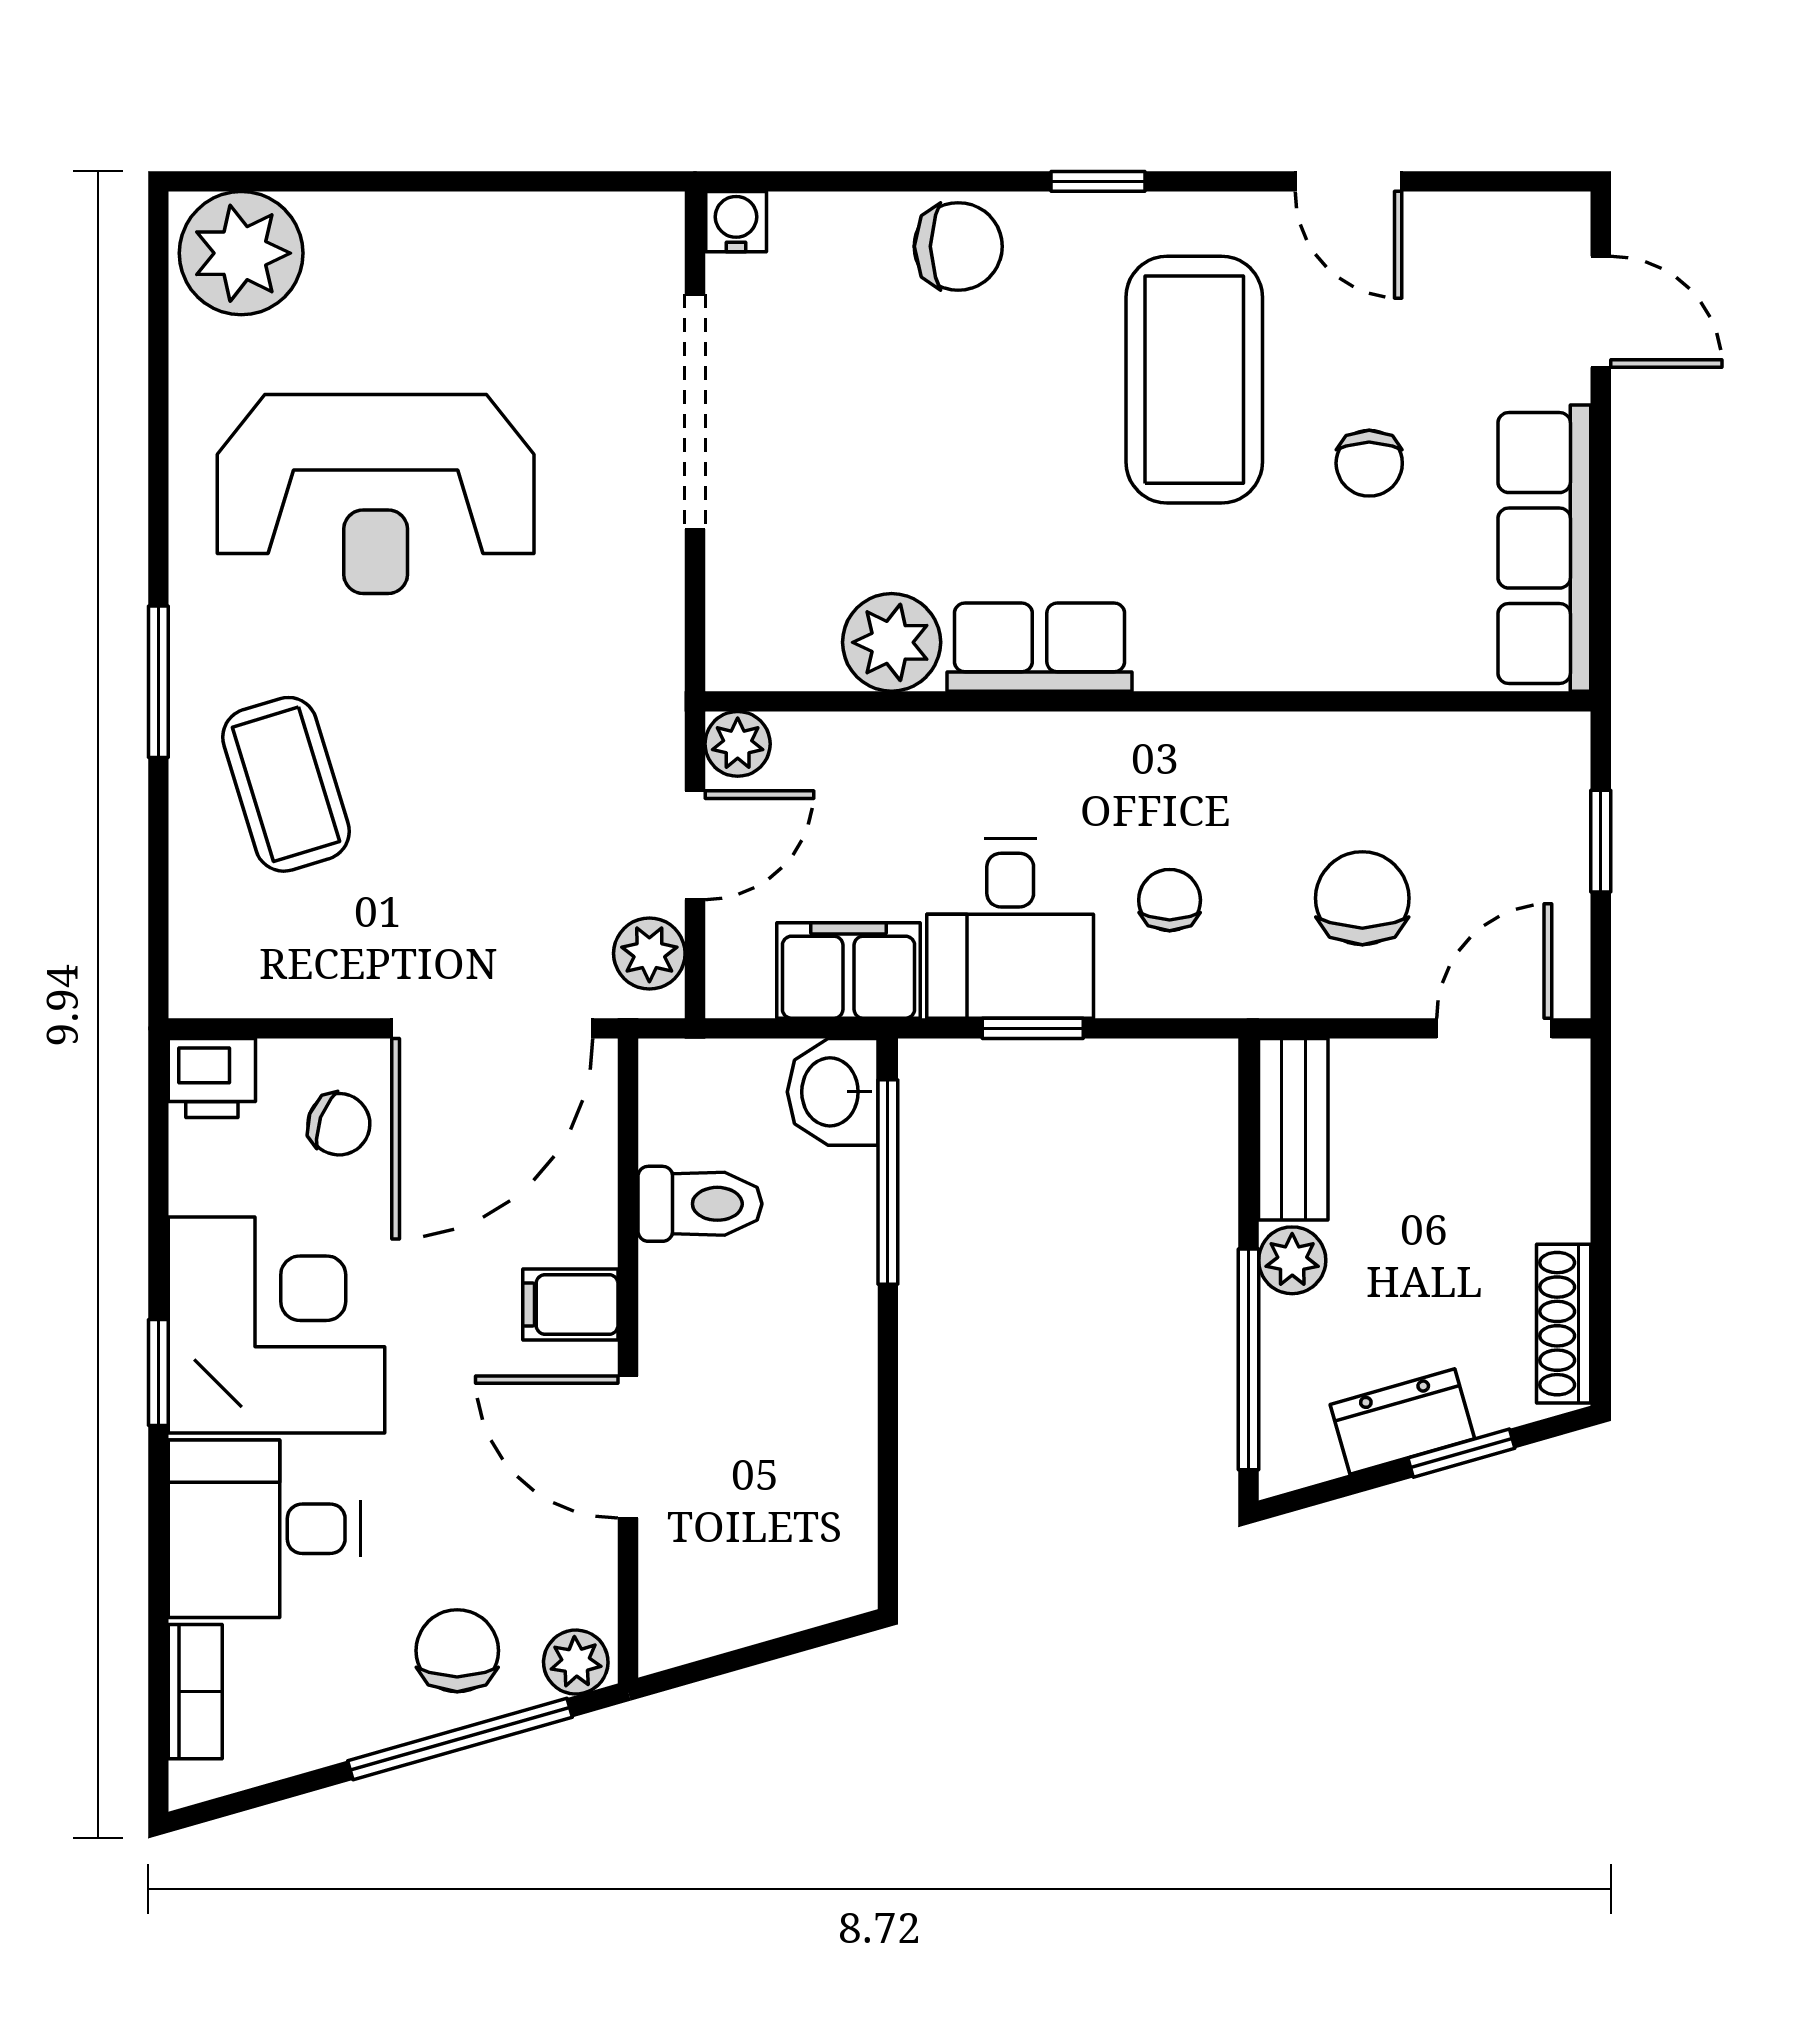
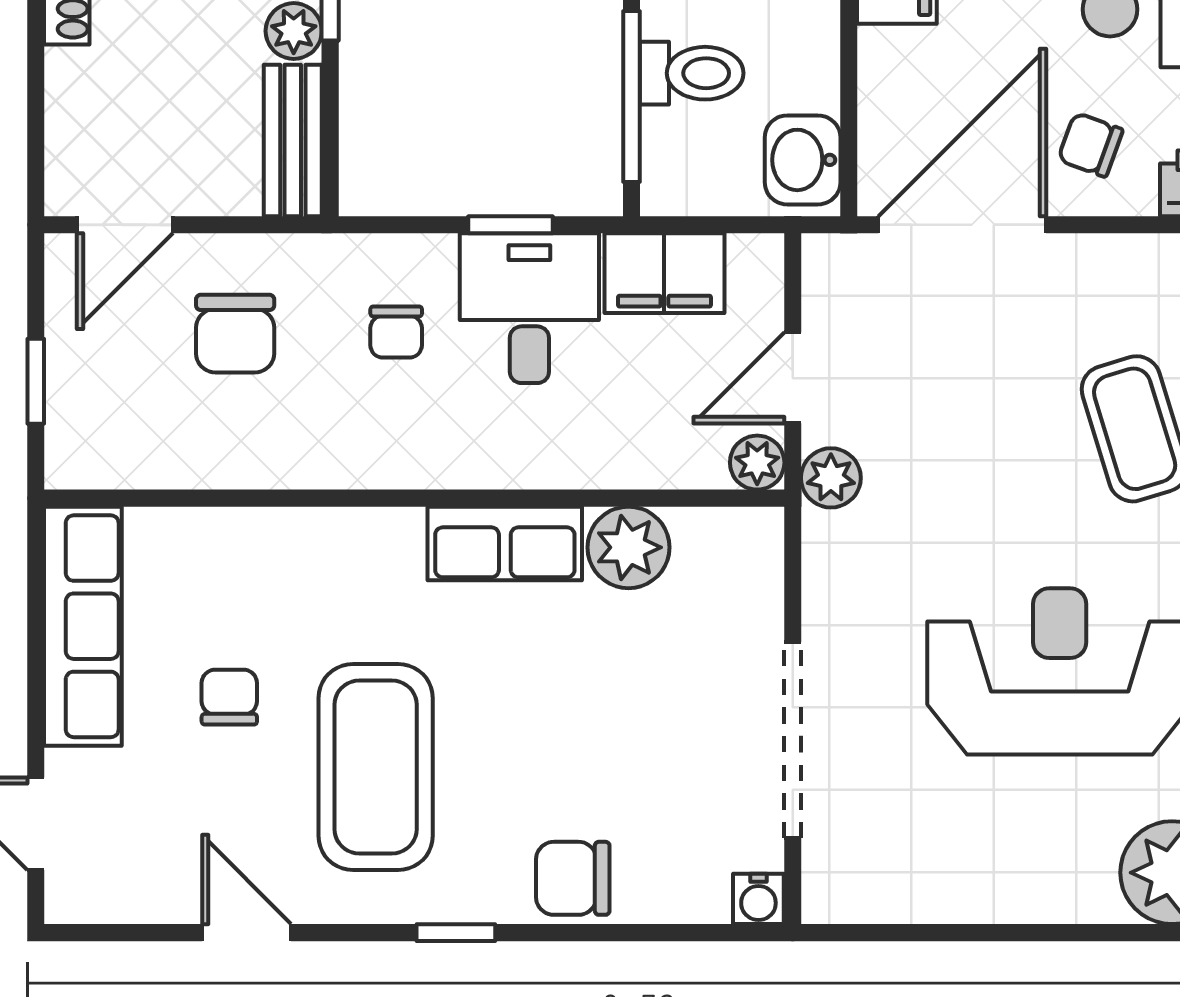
plant: (649, 953) -> (831, 478), moved
washbasin: (833, 1092) -> (803, 160), moved, turned 180
toilet: (700, 1204) -> (692, 73), moved, turned 180

